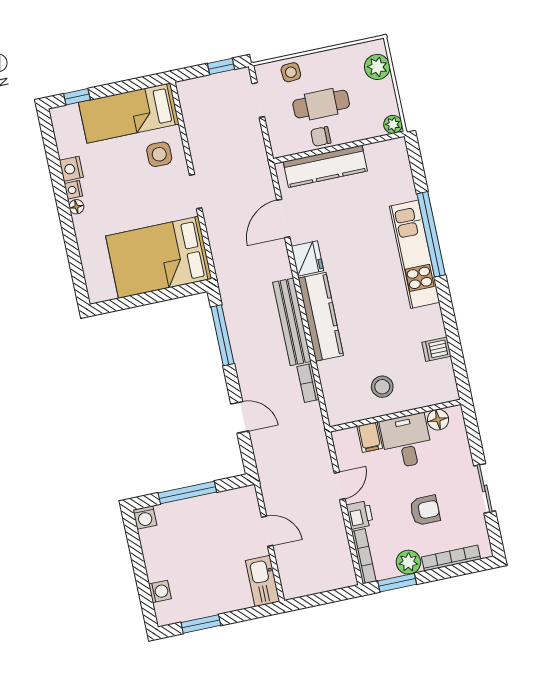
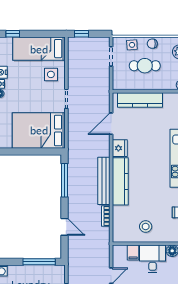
window: (221, 66) -> (81, 34), moved
chair: (321, 136) -> (152, 44), moved
window: (187, 492) -> (39, 262), moved

